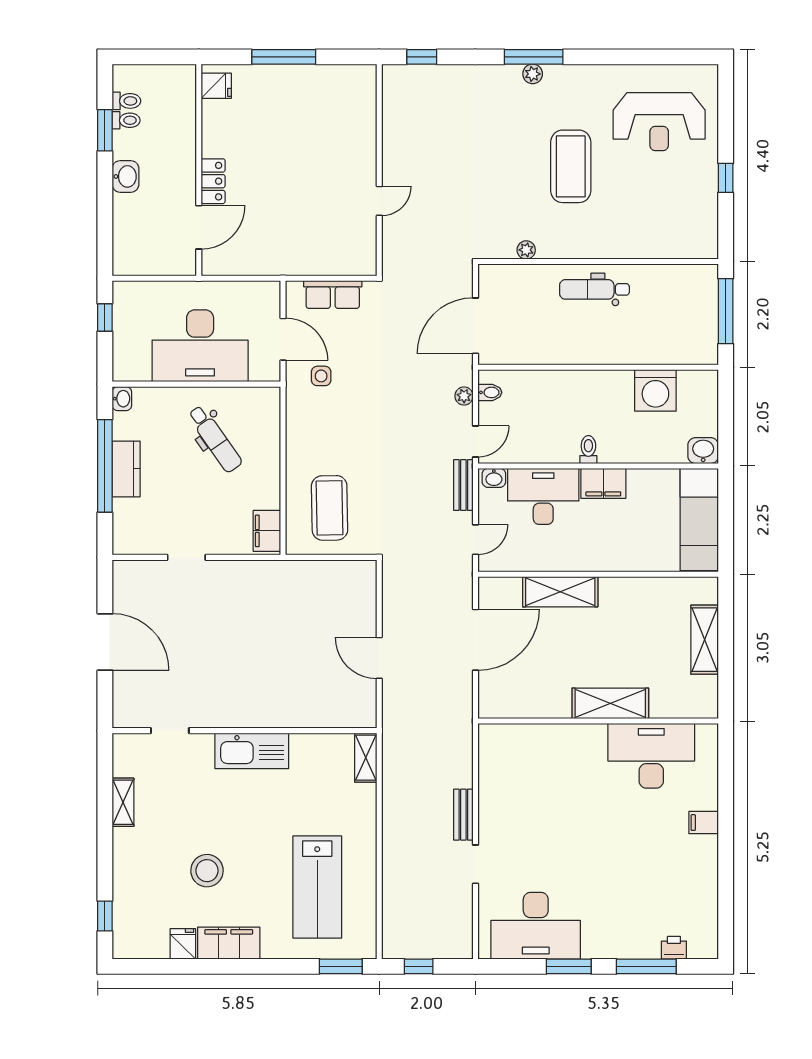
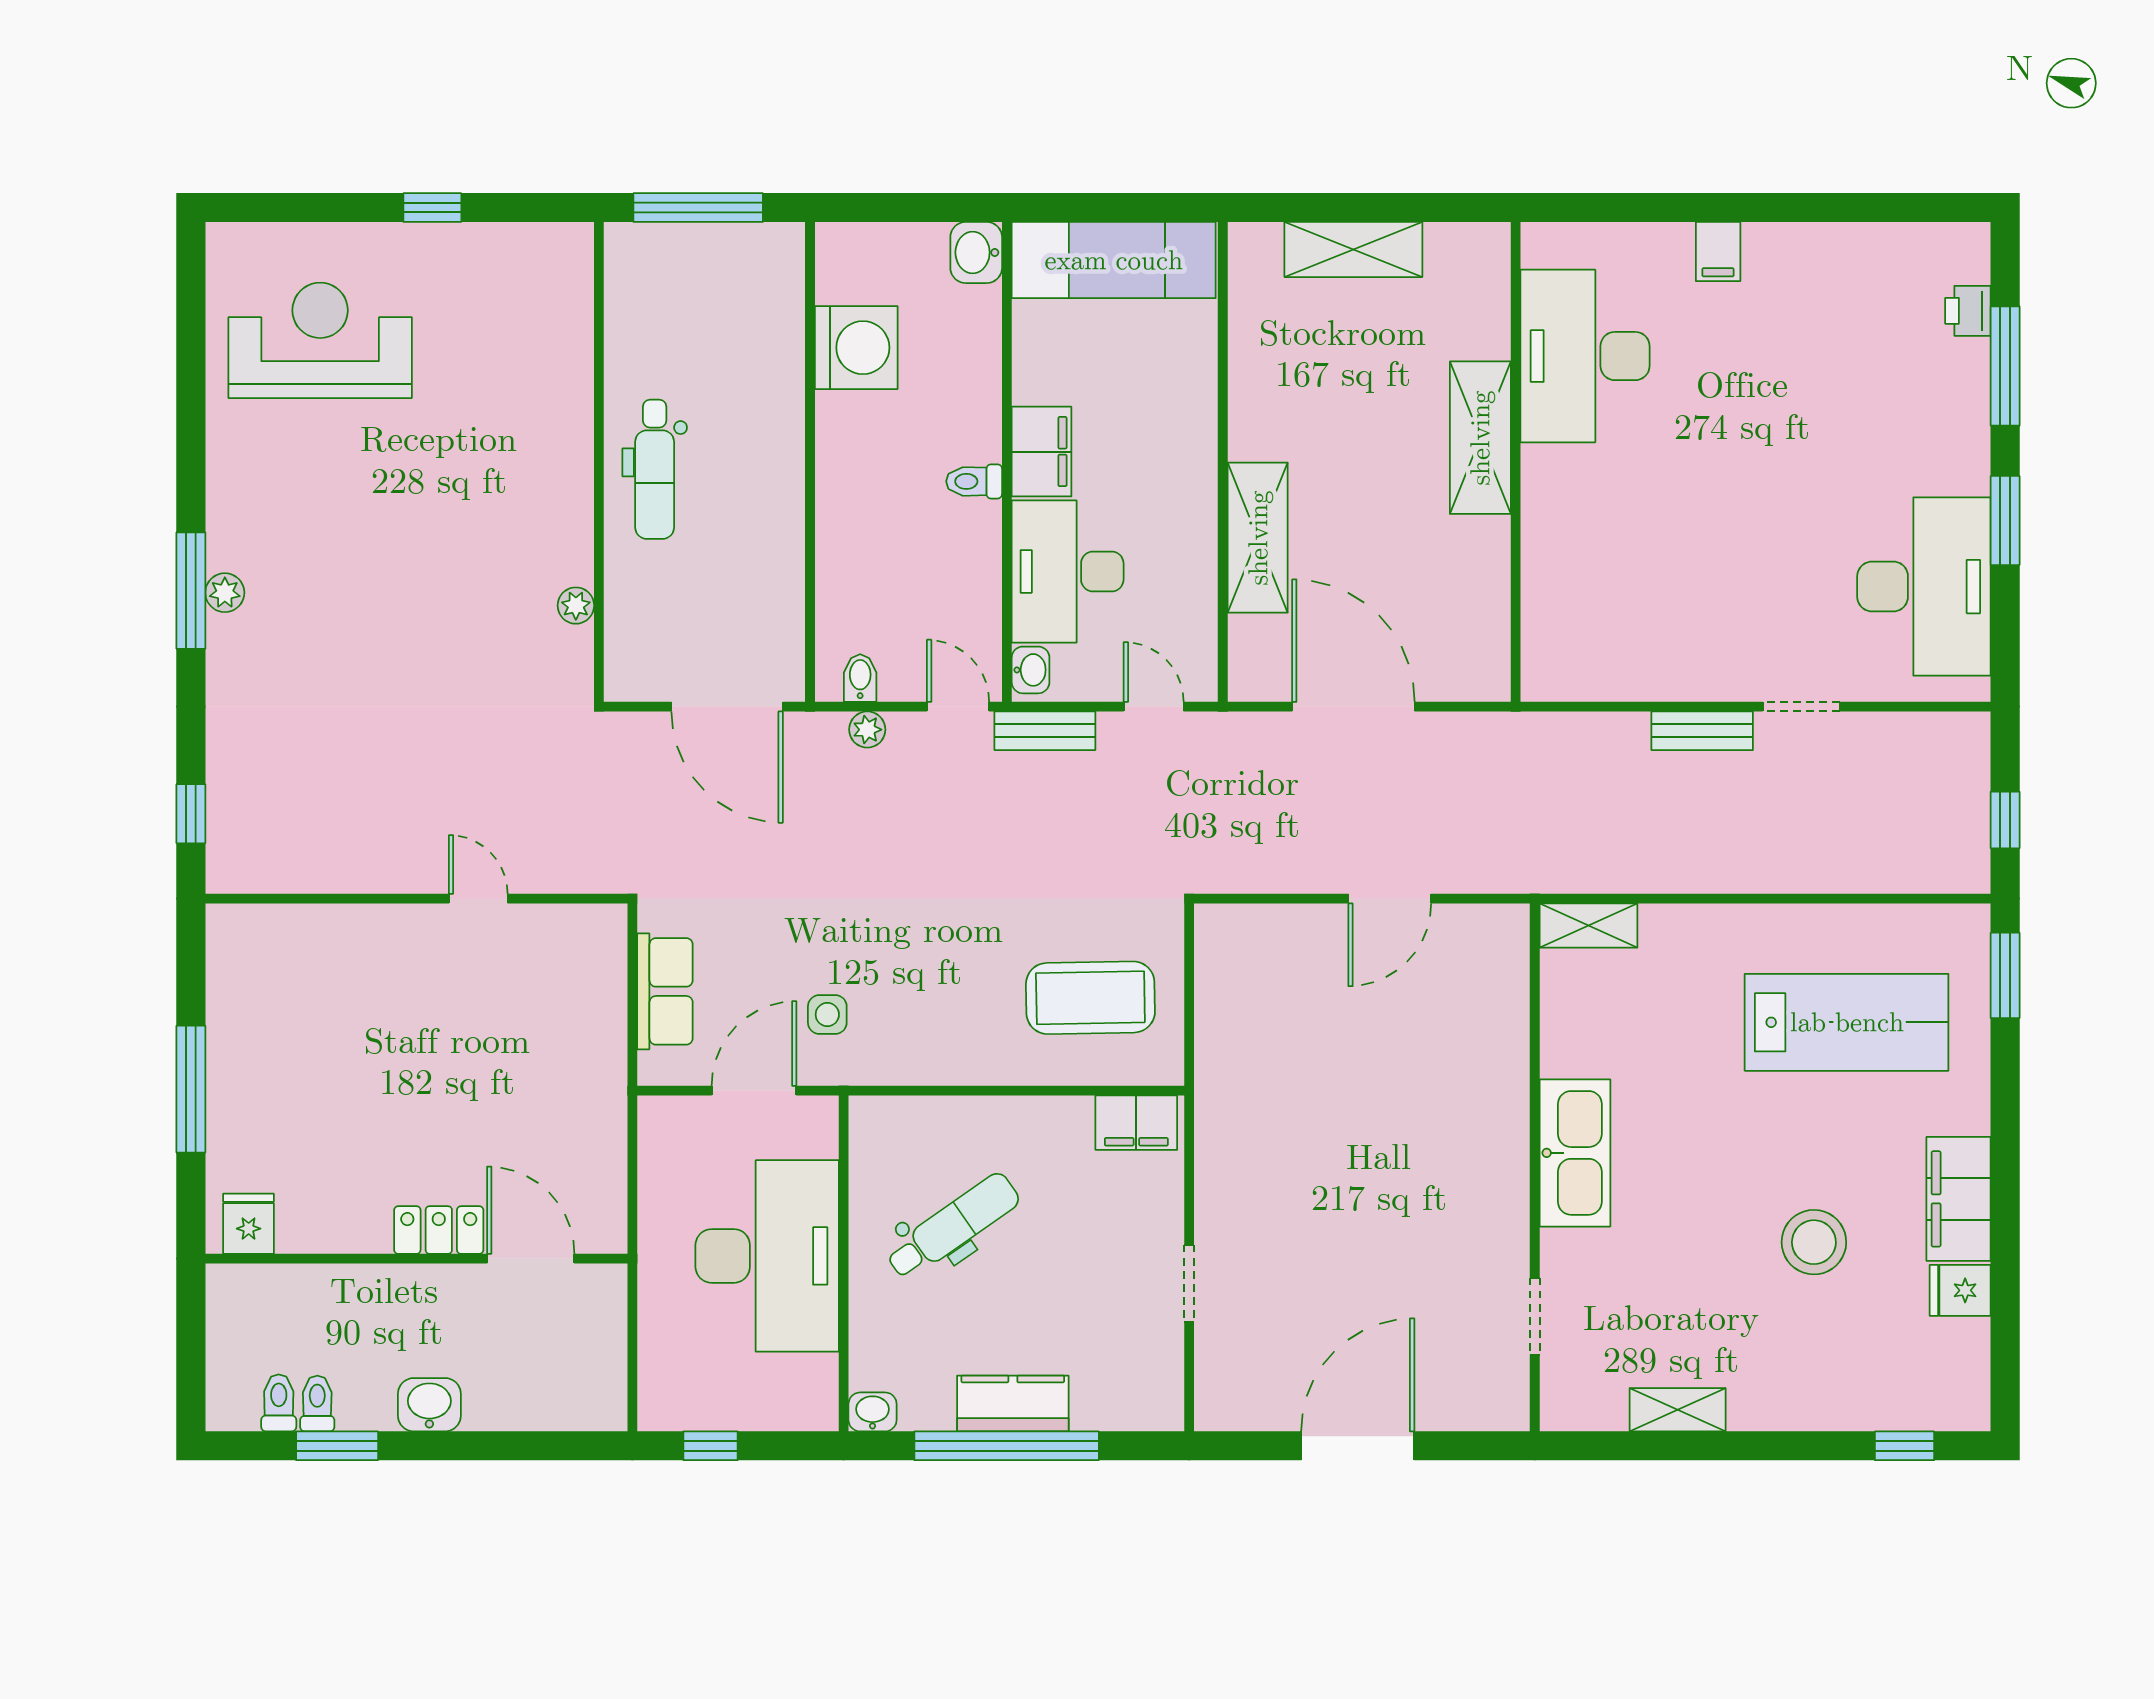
reception desk: (659, 122) -> (320, 340), turned -90
coffee table: (571, 166) -> (409, 517), removed

